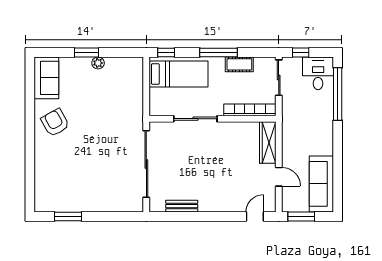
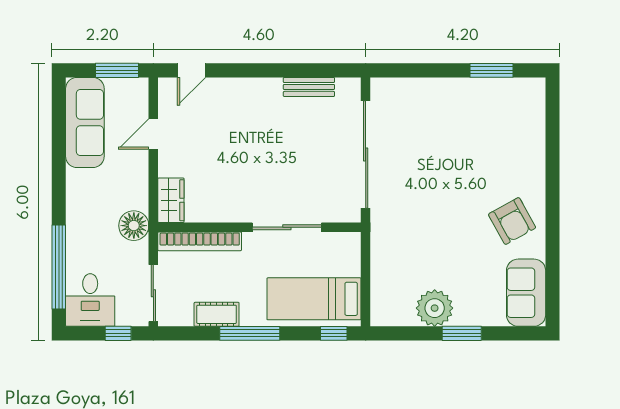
plant: (98, 63) -> (435, 308), width x1.87, depth x1.87
floor lamp: (291, 120) -> (134, 226), added
wardrobe: (268, 142) -> (171, 200), width x0.67
door: (279, 177) -> (153, 134), hinge flipped

